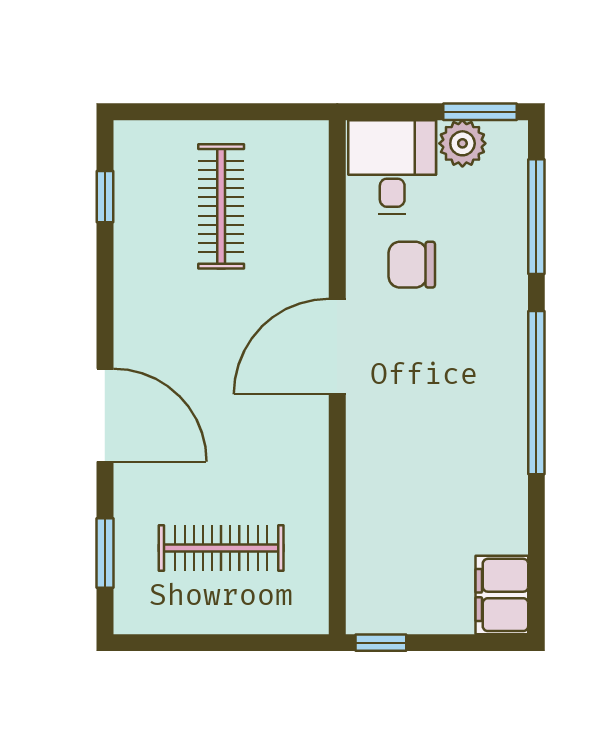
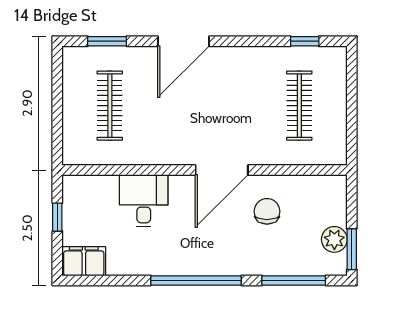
desk: (392, 167) -> (144, 201), moved, turned -90
clothes rail: (221, 206) -> (299, 106), turned 90
door: (337, 346) -> (222, 170), swing flipped
window: (381, 643) -> (57, 217), moved

